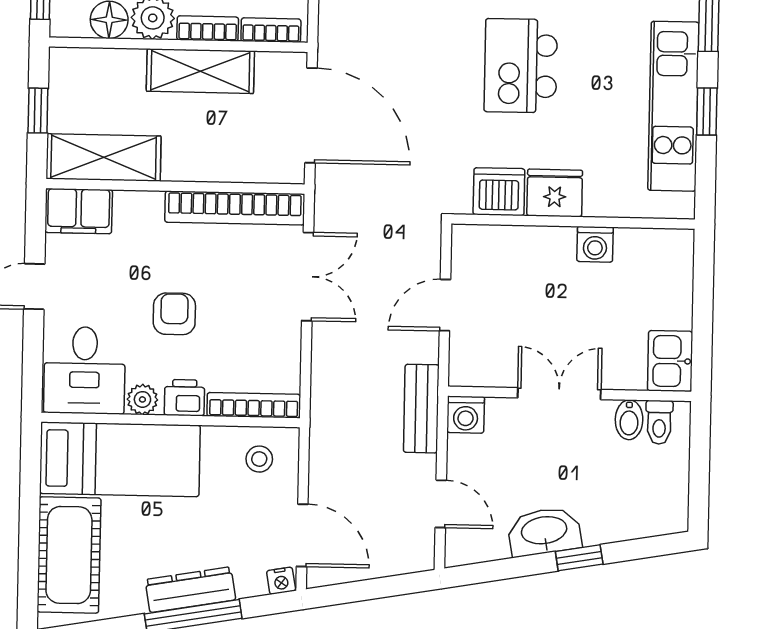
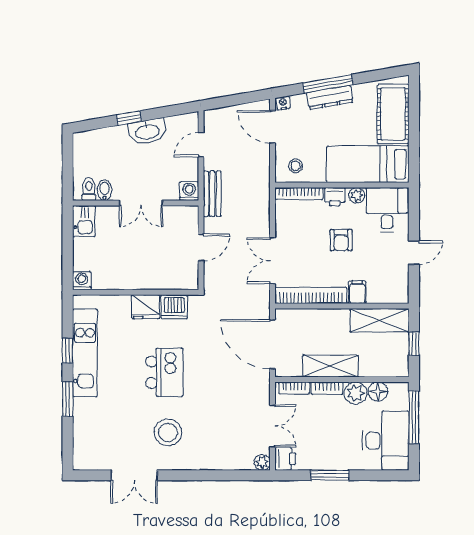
filing cabinet: (79, 211) -> (357, 292), moved, width x0.50
washing machine: (595, 244) -> (82, 281), moved
door: (441, 504) -> (201, 145), hinge flipped

